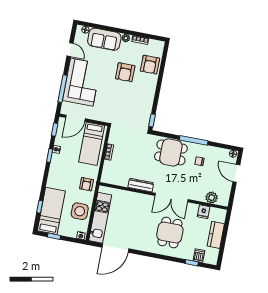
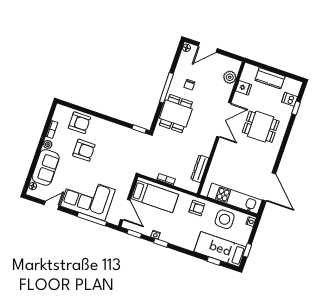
dresser: (141, 185) -> (200, 169), moved

